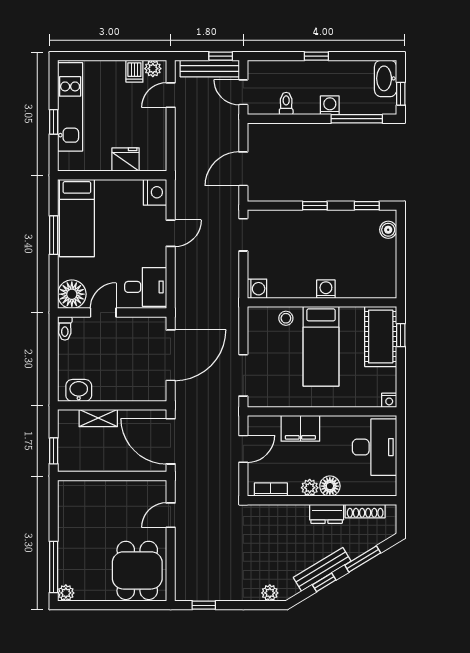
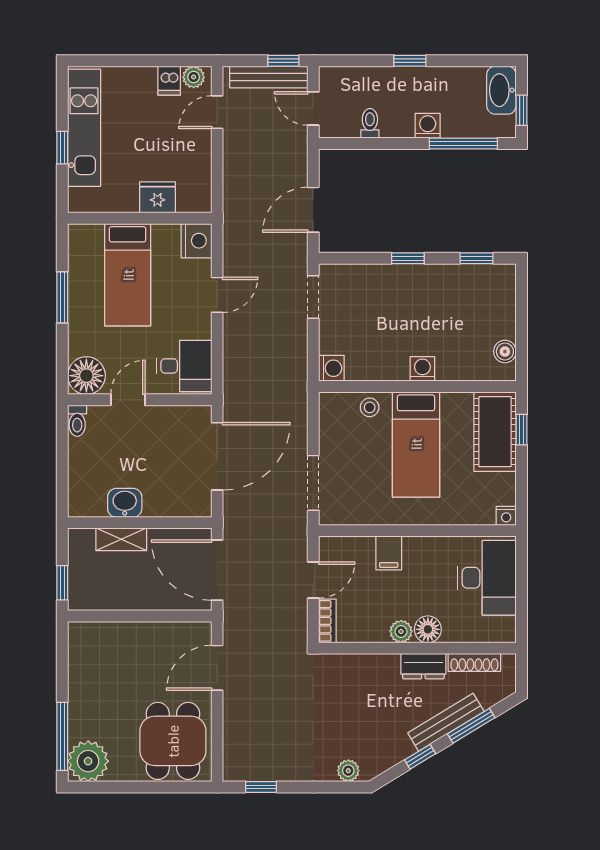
bed: (77, 218) -> (128, 275), moved
boiler: (388, 230) -> (505, 352), moved
washbasin: (79, 390) -> (125, 503), moved
filing cabinet: (300, 428) -> (389, 553), width x0.50
bookcase: (271, 490) -> (327, 621), moved, turned 90
door: (171, 515) -> (217, 668), width x1.38
bench: (322, 569) -> (446, 722), moved
plant: (66, 593) -> (88, 761), width x1.88, depth x1.88

